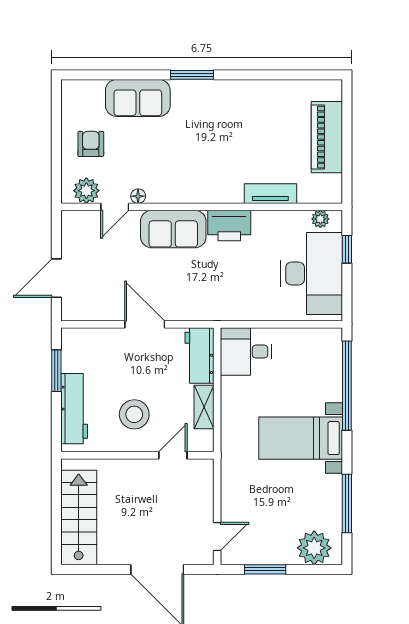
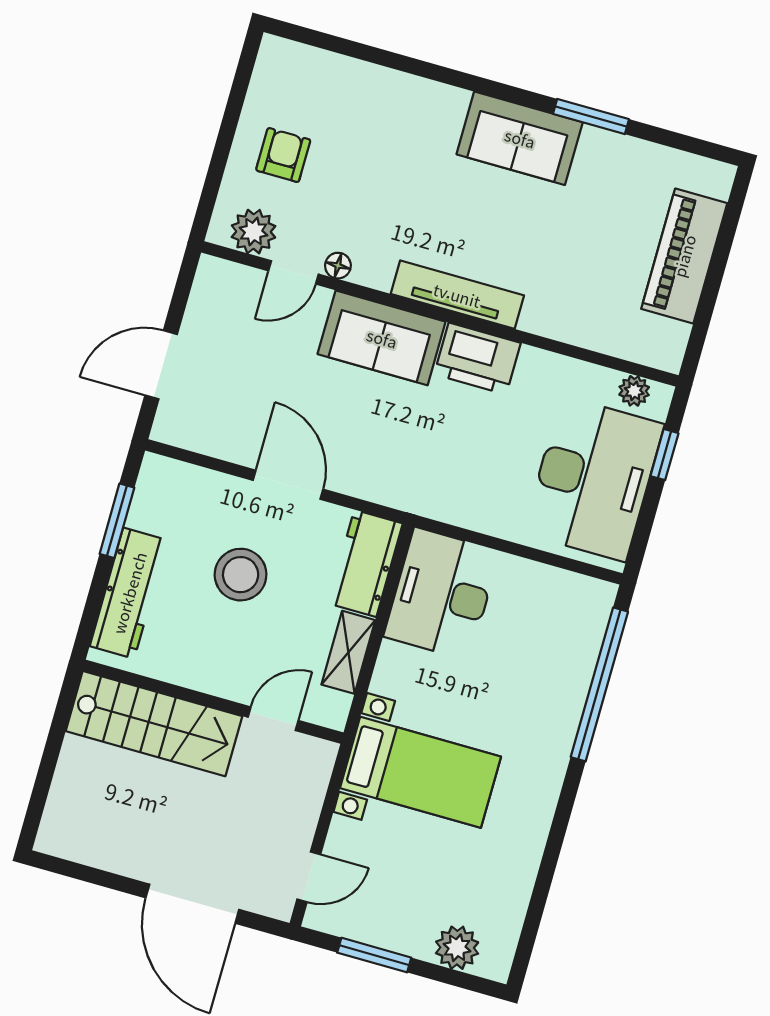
window: (192, 75) -> (591, 116), moved
sofa: (138, 98) -> (520, 138), moved
tv unit: (270, 194) -> (457, 295), moved, width x1.41
desk: (246, 352) -> (442, 594), width x1.37
stool: (134, 414) -> (241, 575), moved
bed with nightstands: (301, 438) -> (421, 772), moved, turned 180
window: (347, 503) -> (543, 883), removed
stairs: (79, 518) -> (154, 724), moved, turned 90
plant: (314, 548) -> (457, 948), width x0.73, depth x0.73

